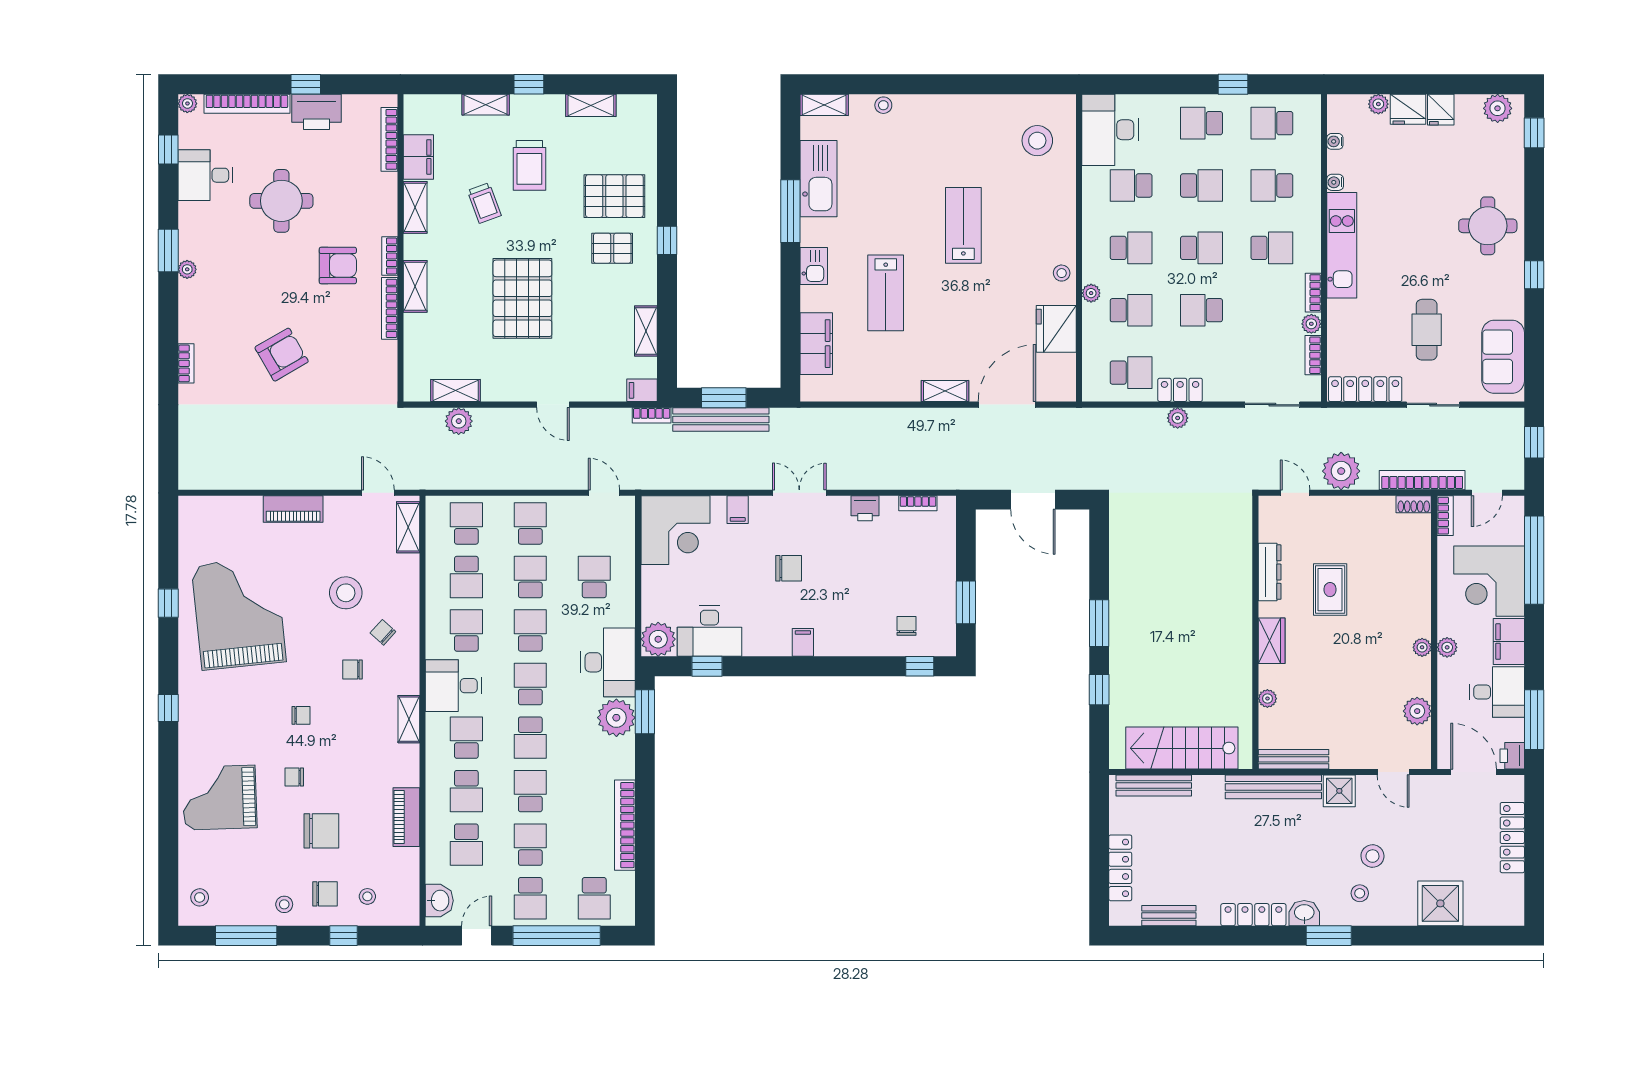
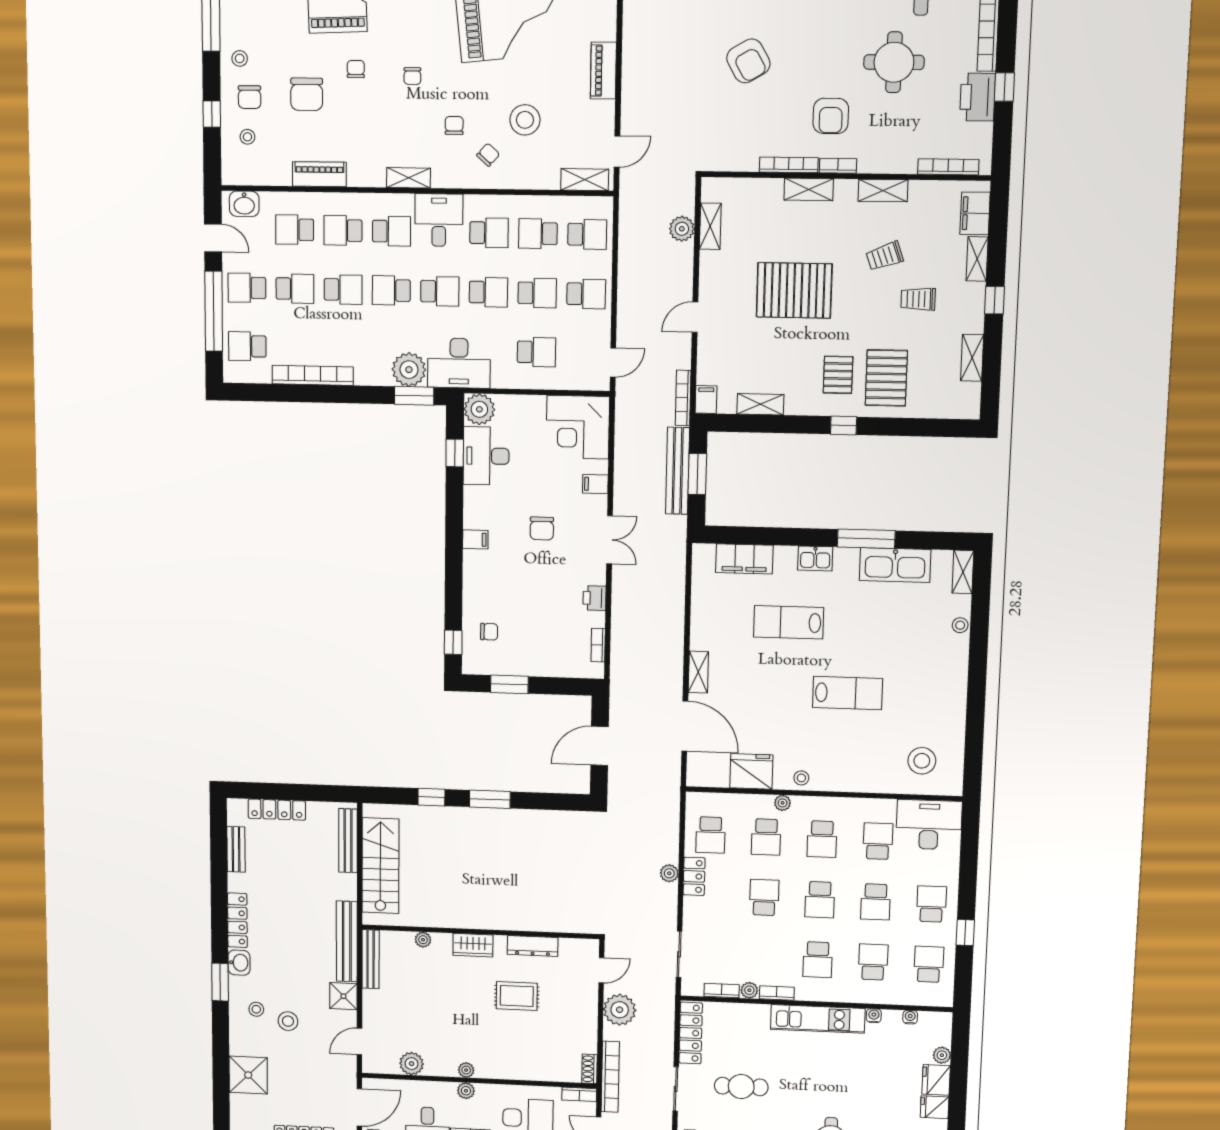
filing cabinet: (418, 157) -> (975, 213), moved, turned 90
trolley: (529, 165) -> (918, 299), width x0.73, depth x0.72
bookcase: (652, 415) -> (683, 398), width x1.56

